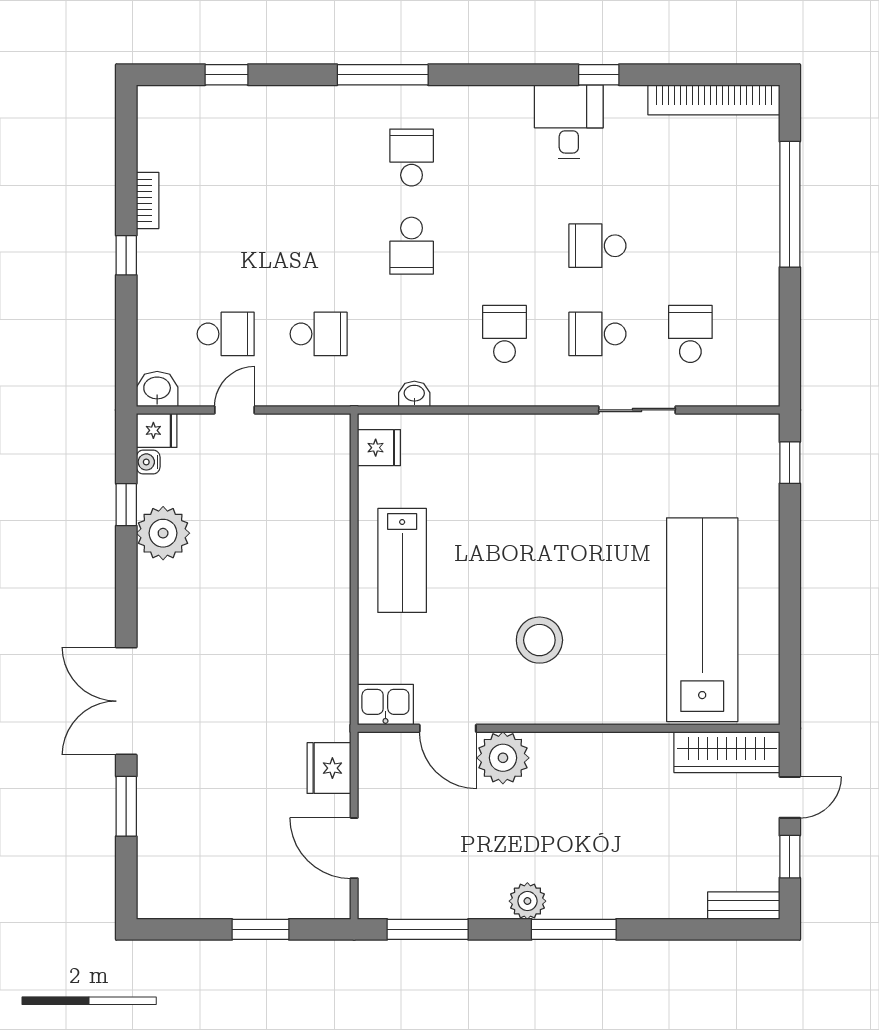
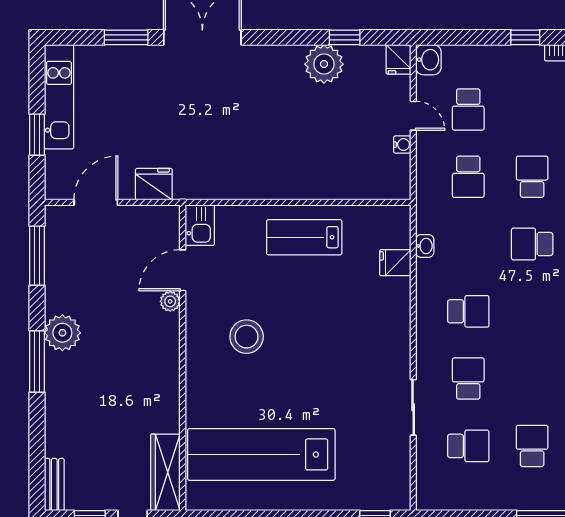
school desk: (319, 246) -> (532, 177), added
school desk: (597, 246) -> (532, 446), moved
fridge: (379, 448) -> (395, 263), moved, turned 90
water cooler: (148, 462) -> (402, 145), moved, turned 90
lab bench: (702, 620) -> (261, 454), turned 180
plant: (503, 758) -> (170, 301), width x0.53, depth x0.53
kitchen unit: (208, 899) -> (59, 97), added
plant: (527, 901) -> (62, 333), width x1.36, depth x1.36

